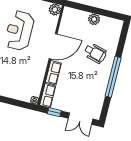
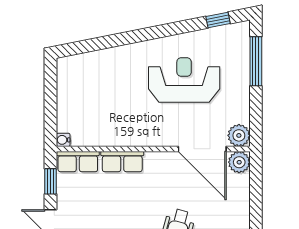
plant: (94, 19) -> (239, 162), moved
door: (53, 46) -> (202, 149), moved

